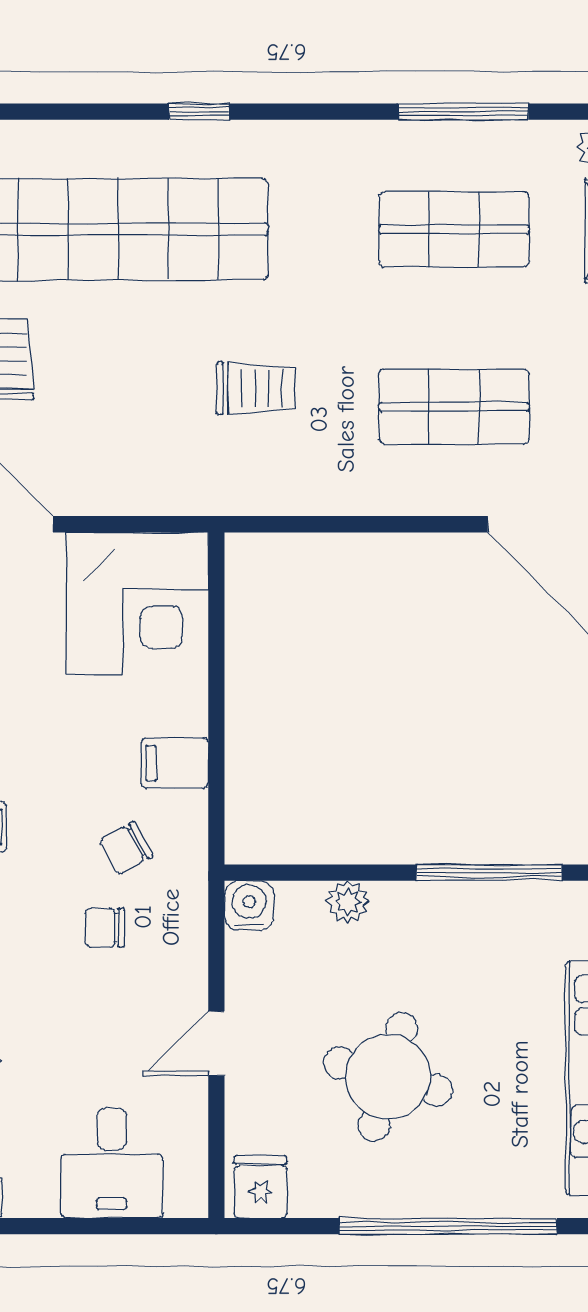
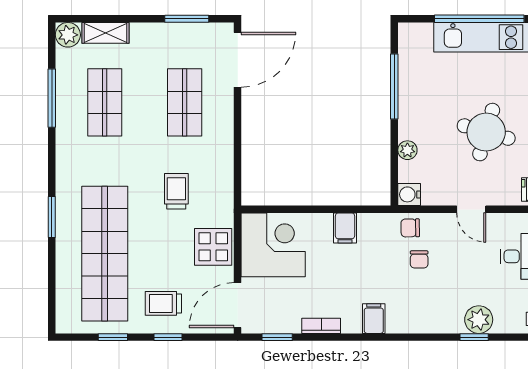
window: (199, 112) -> (52, 217), width x1.50
display table: (133, 470) -> (213, 247), added
chair: (126, 848) -> (410, 228), moved, turned 118

